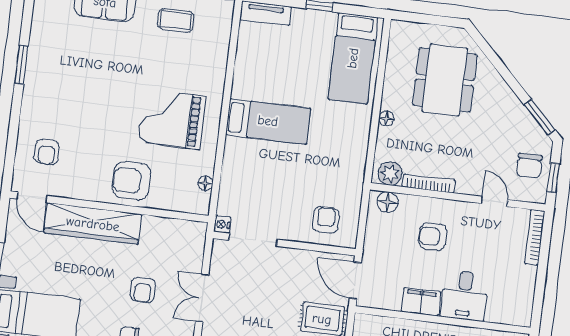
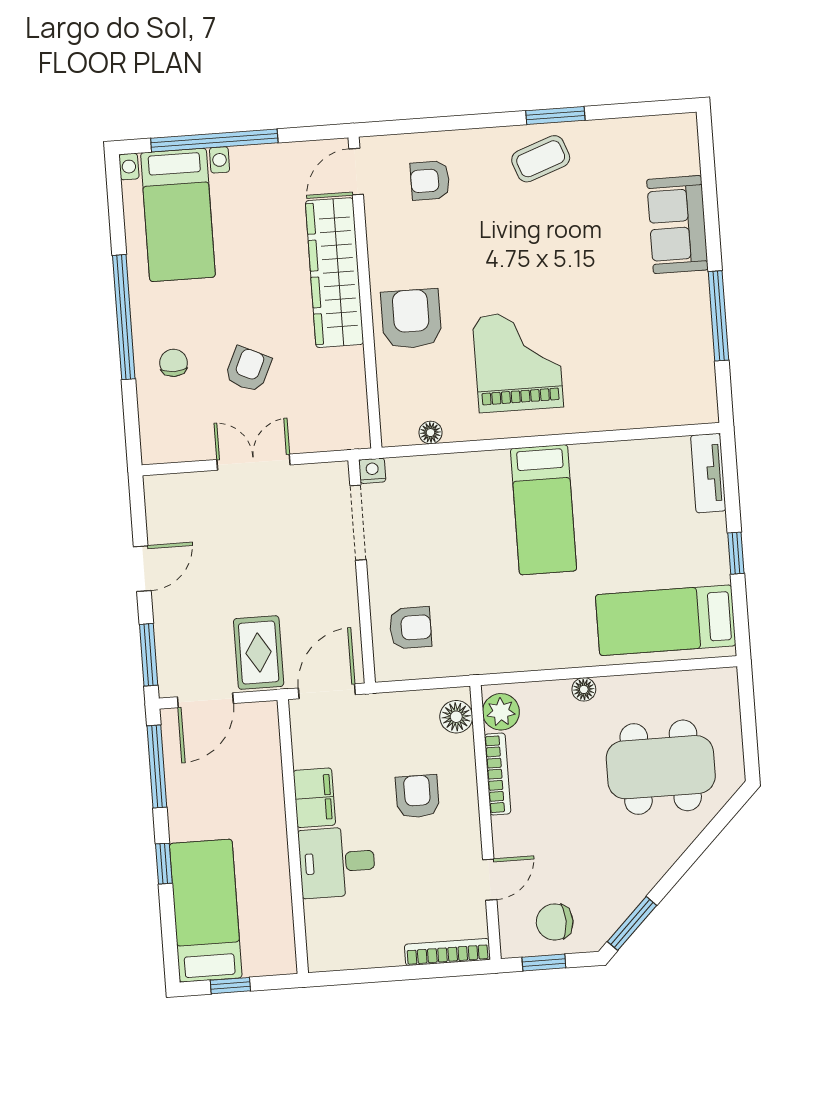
coffee table: (176, 20) -> (541, 159), moved, turned 70
armchair: (143, 290) -> (248, 369), turned 115

